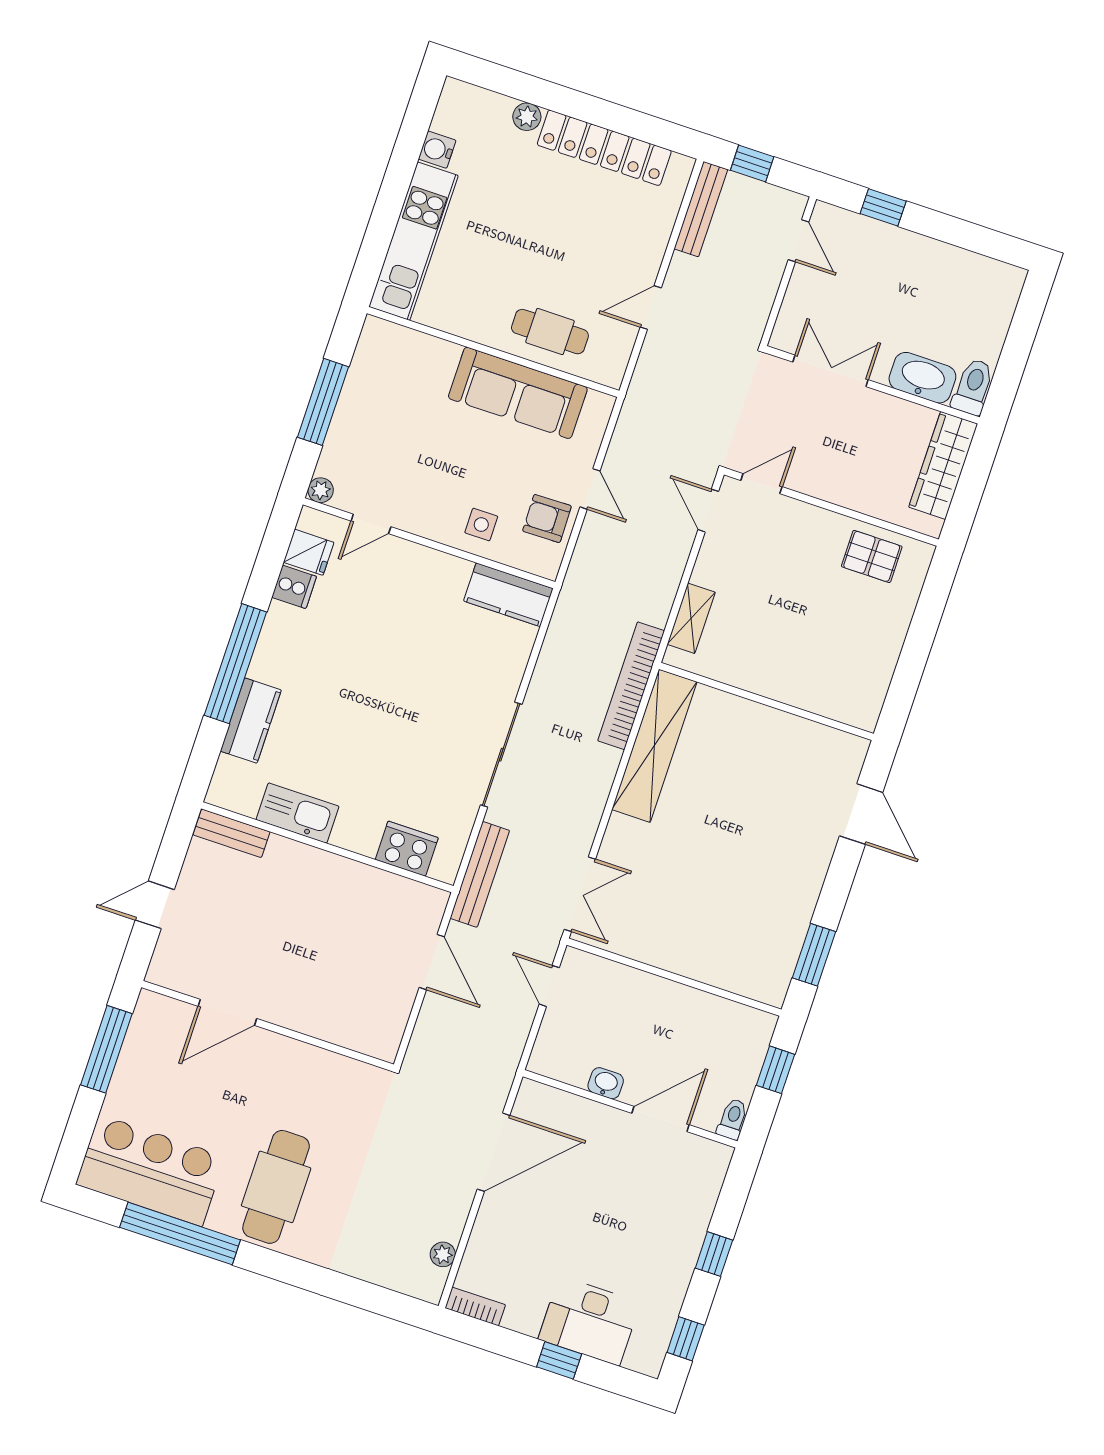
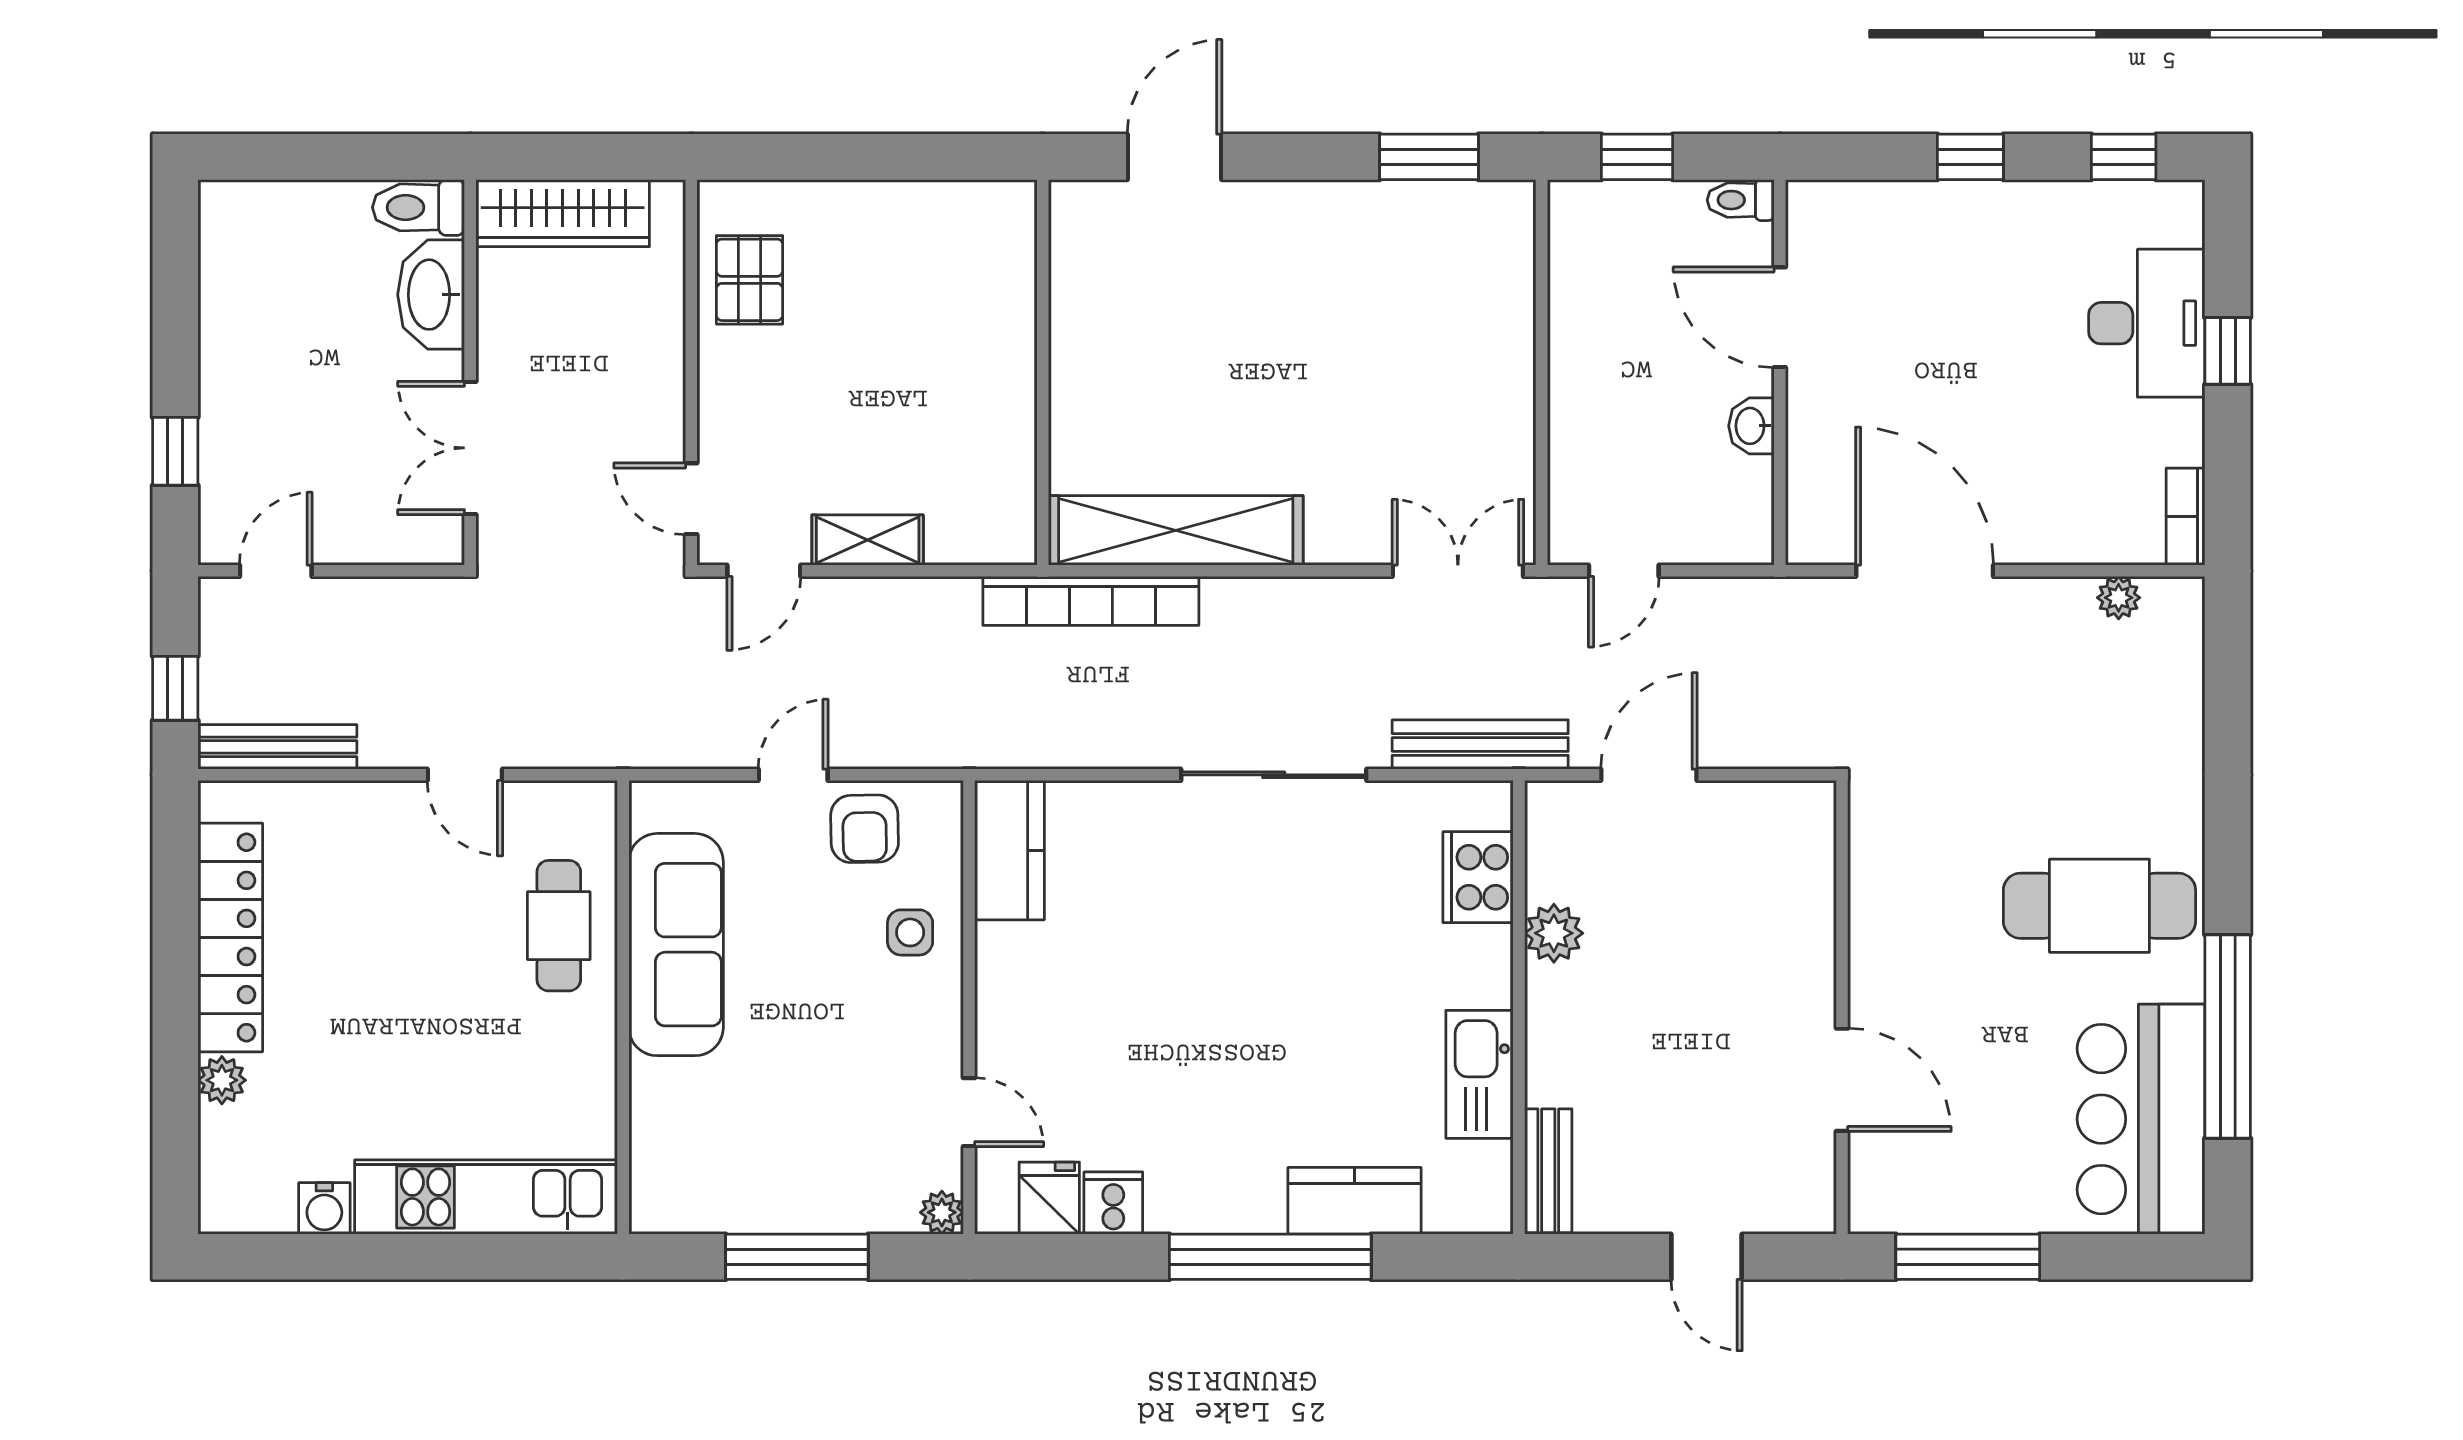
shelving: (691, 618) -> (868, 540), moved
plant: (362, 880) -> (1554, 933), added

